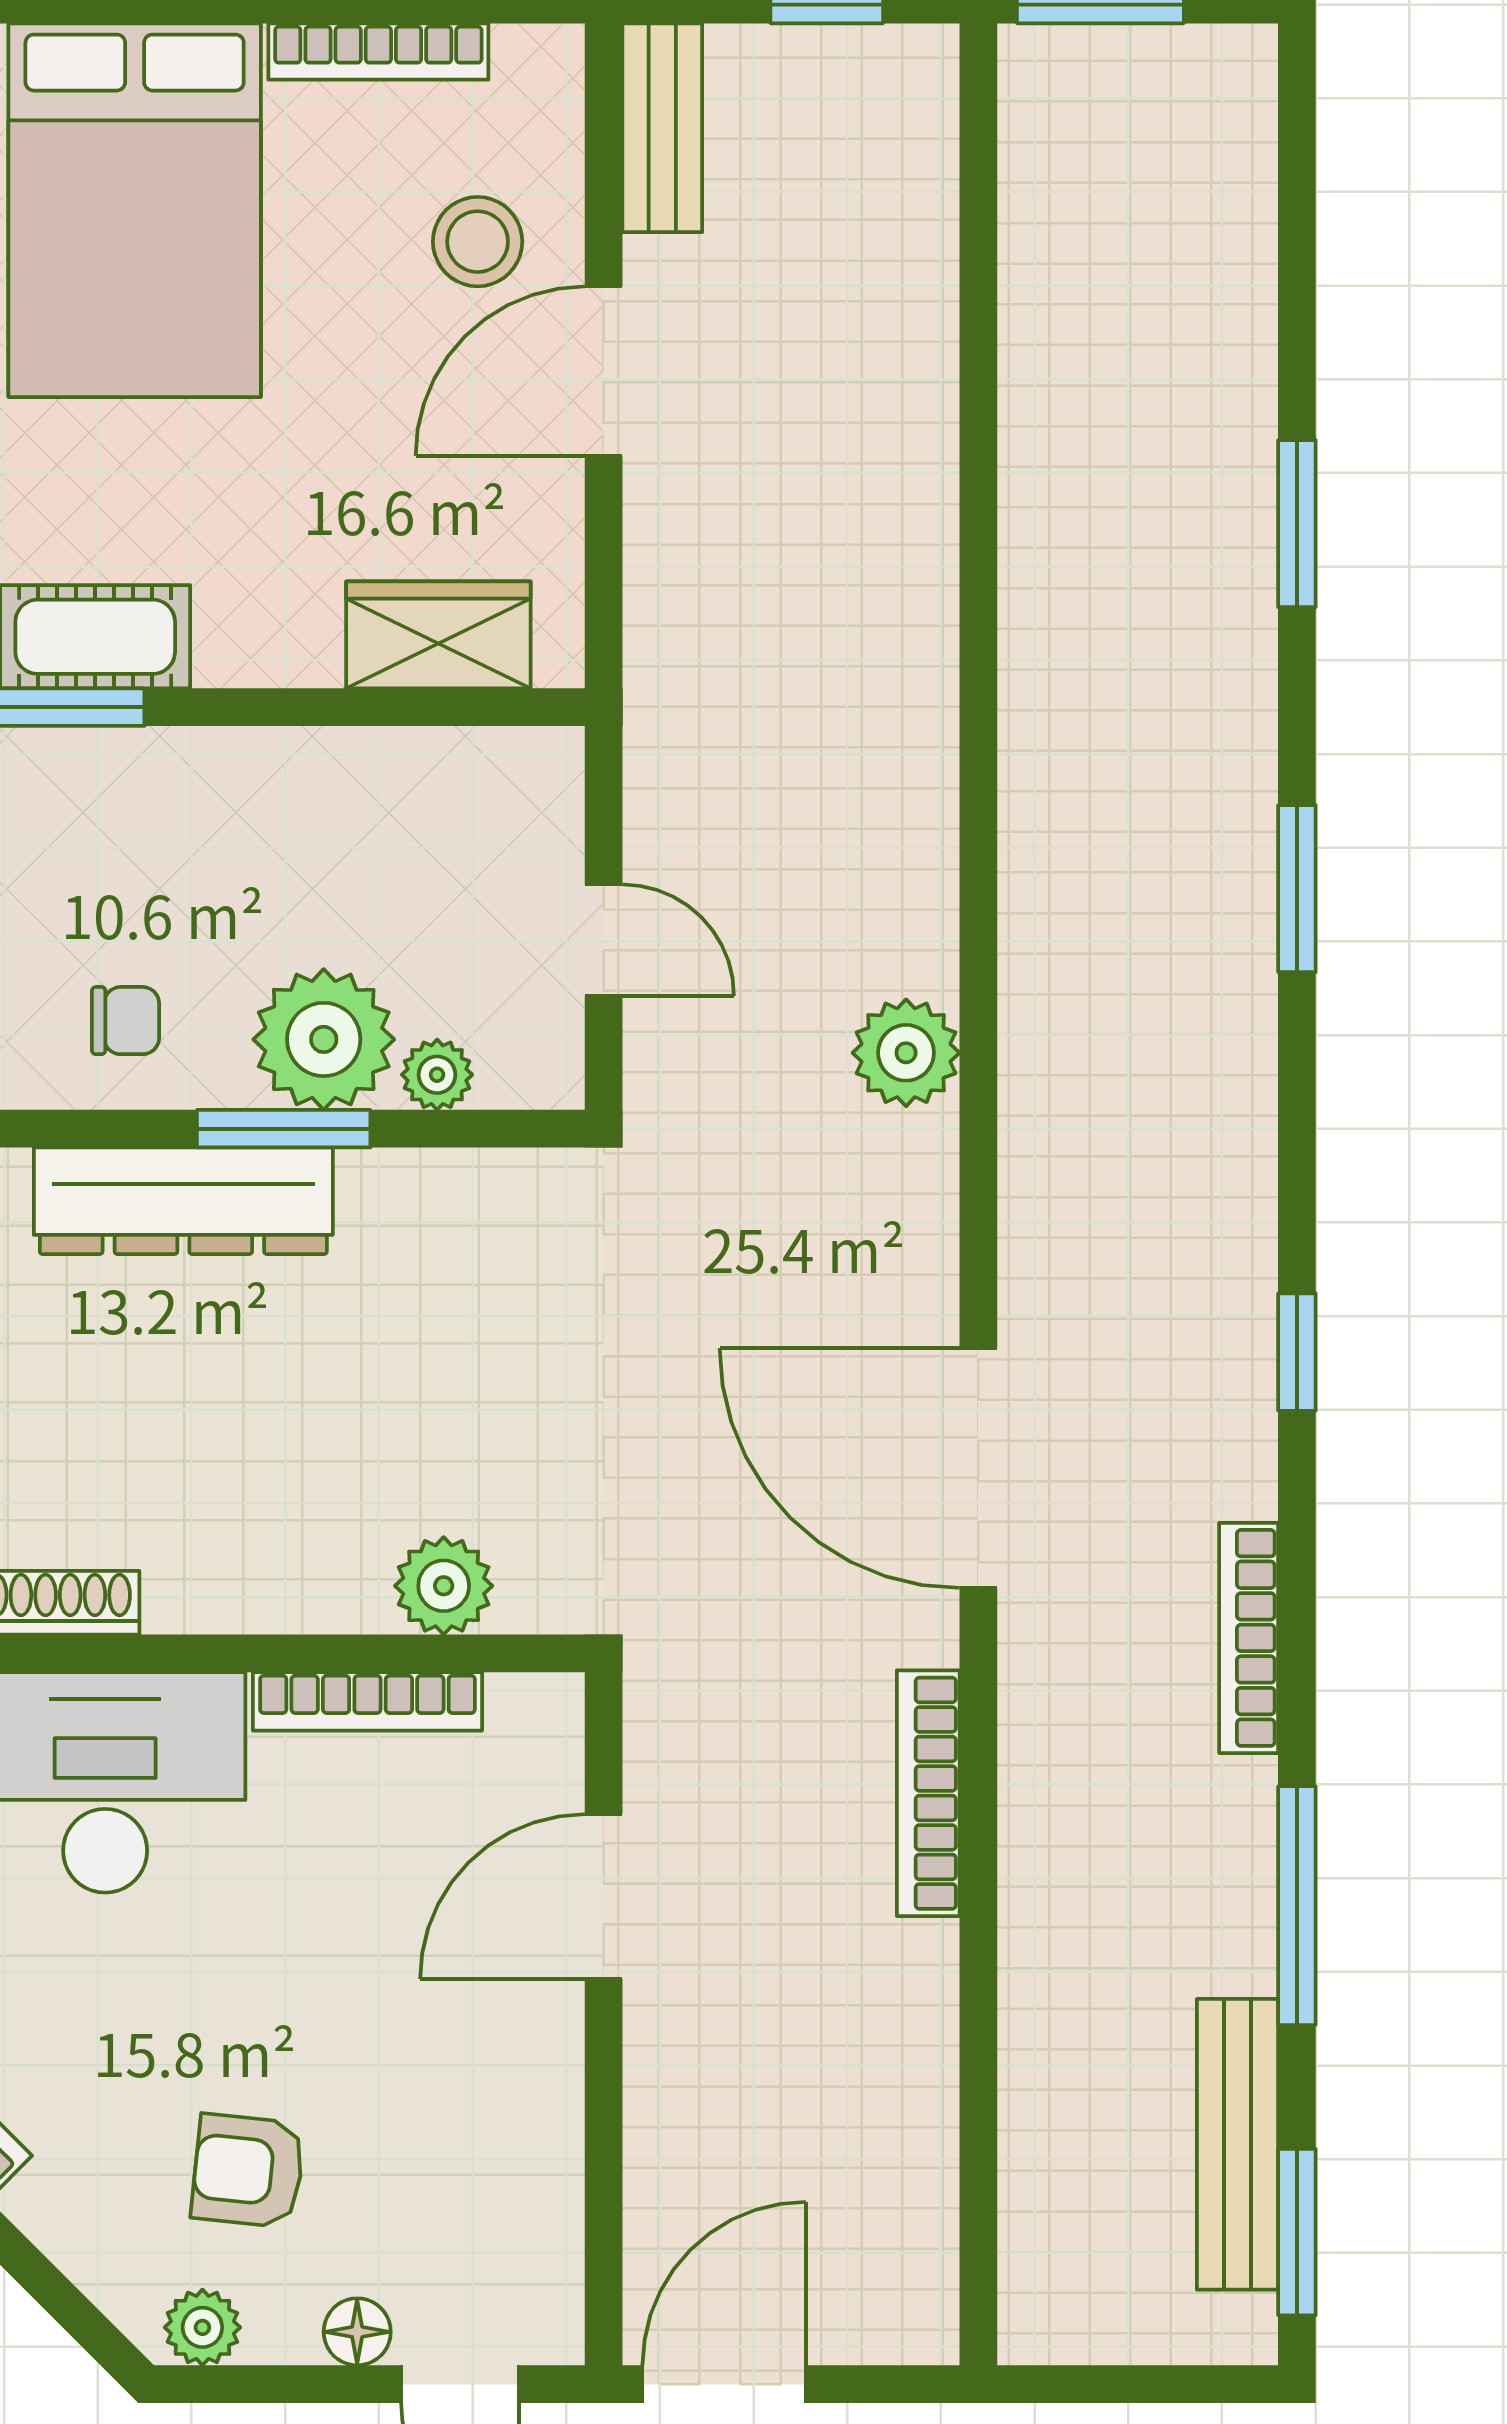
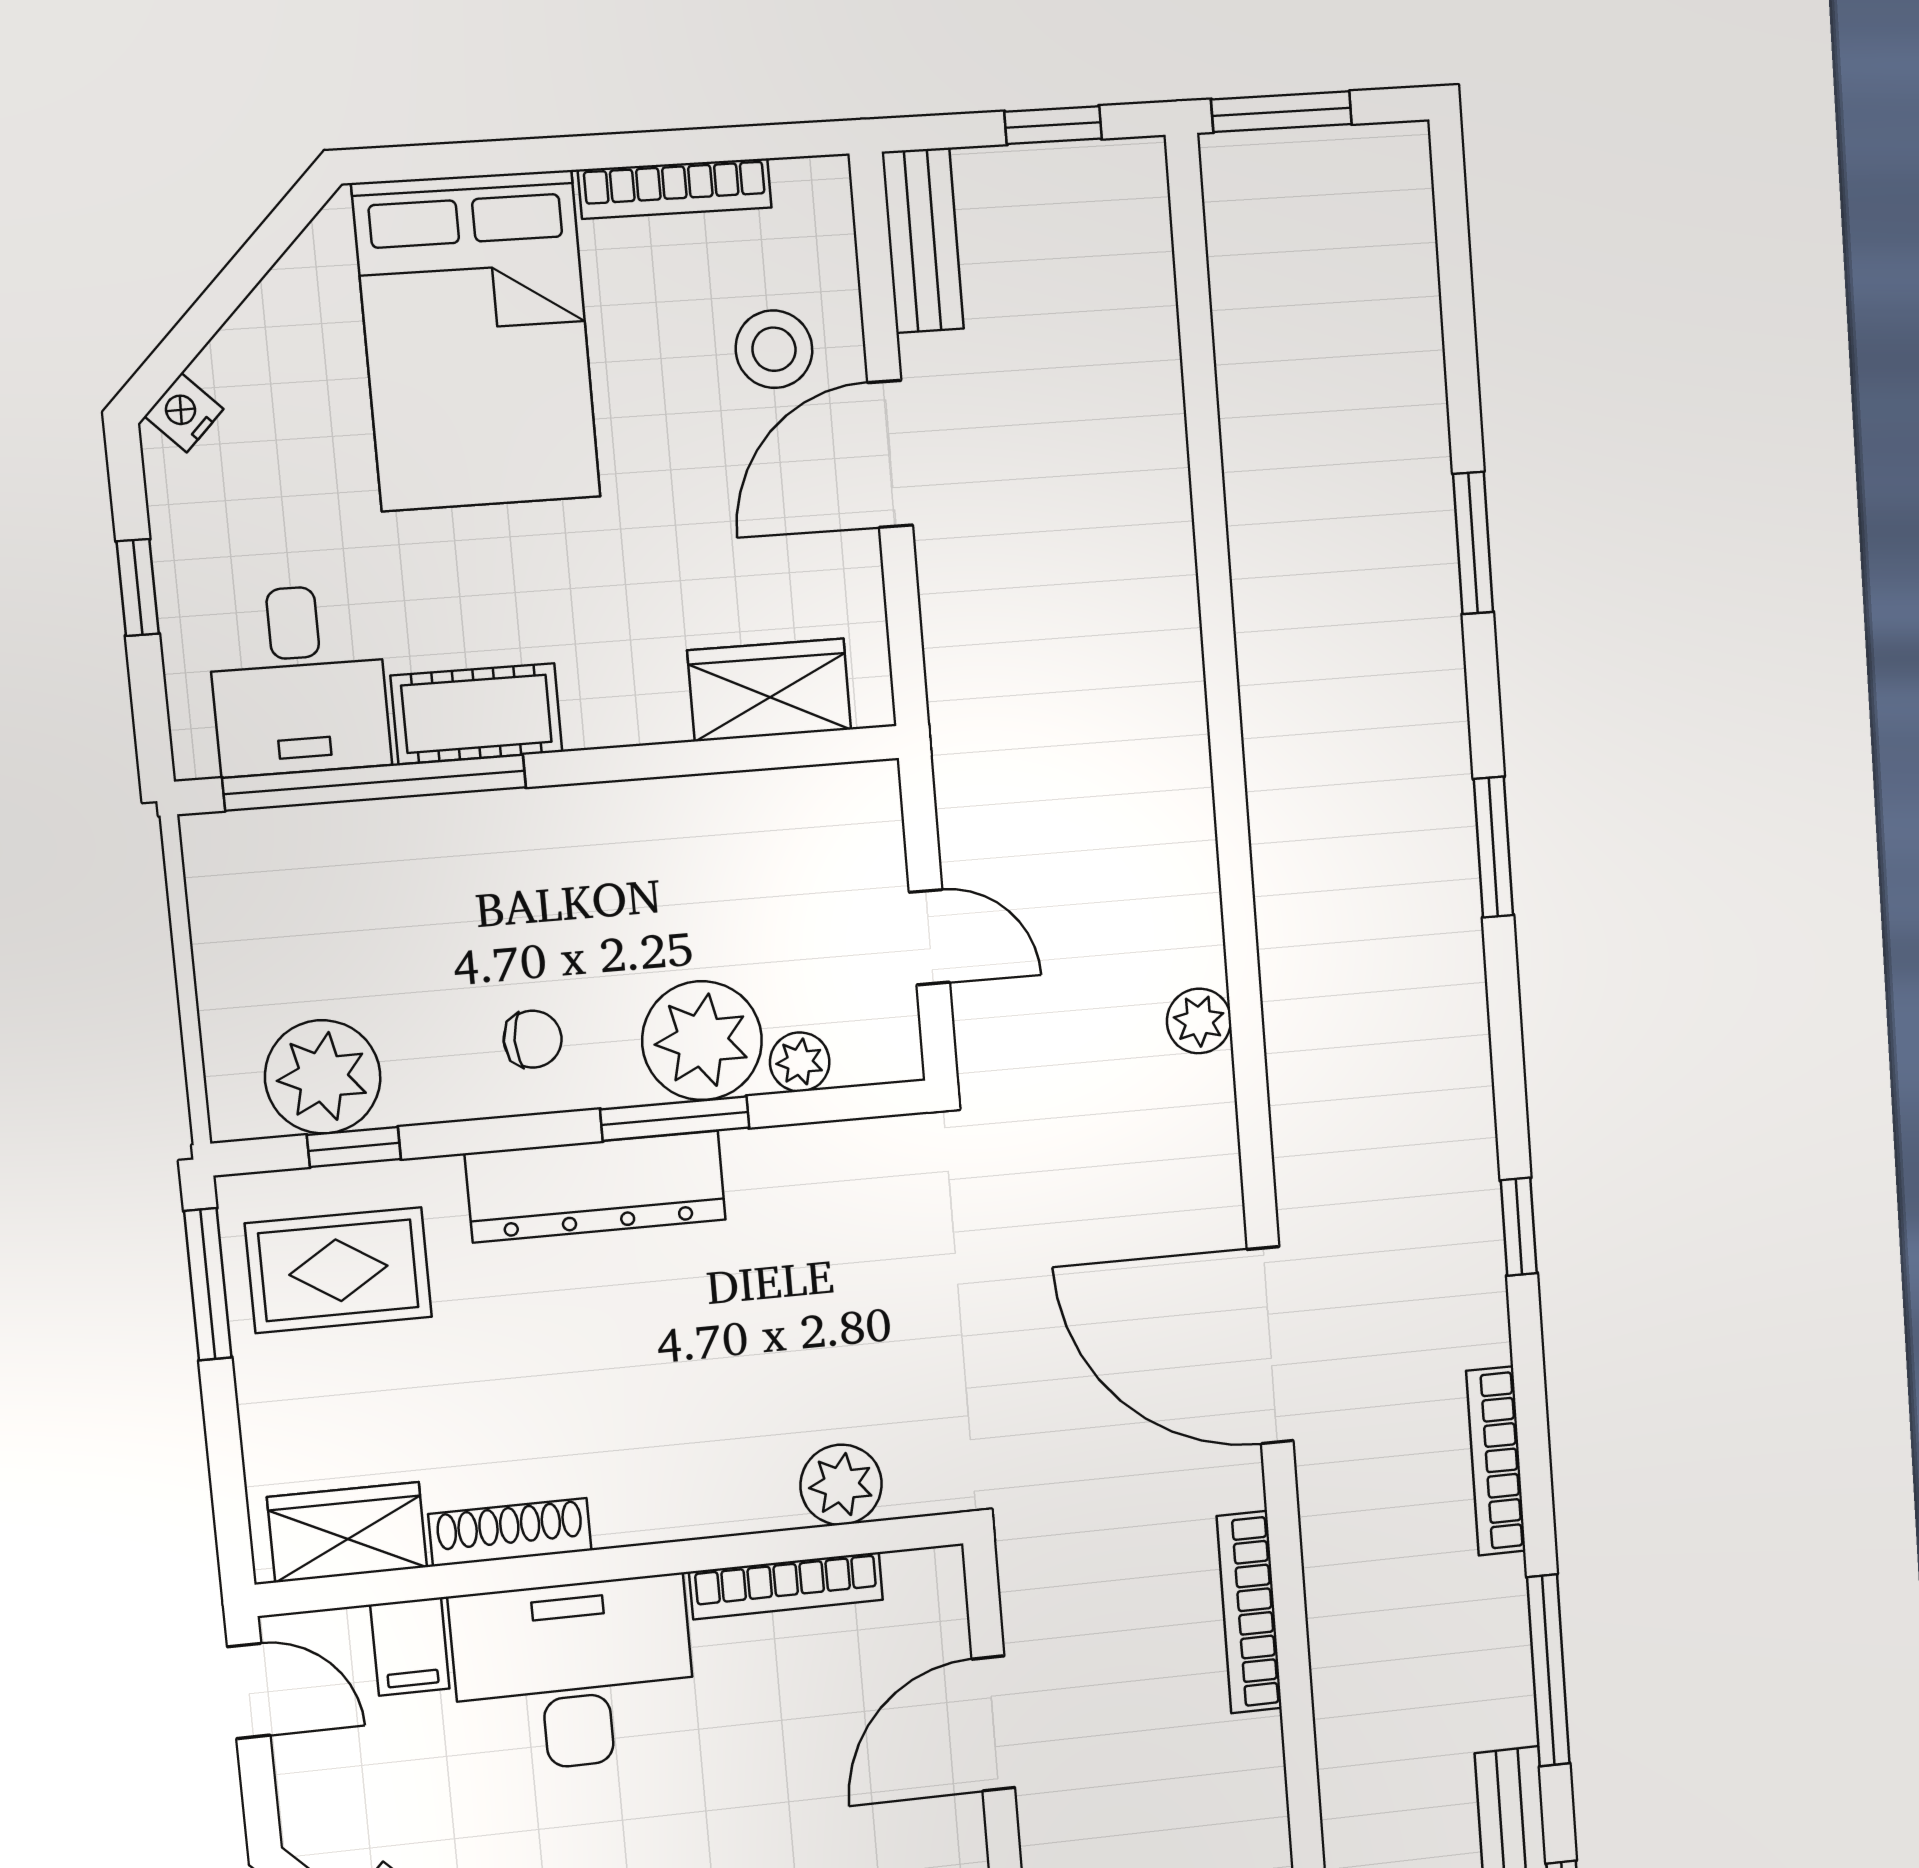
plant: (906, 1053) -> (1199, 1021), width x0.73, depth x0.73

